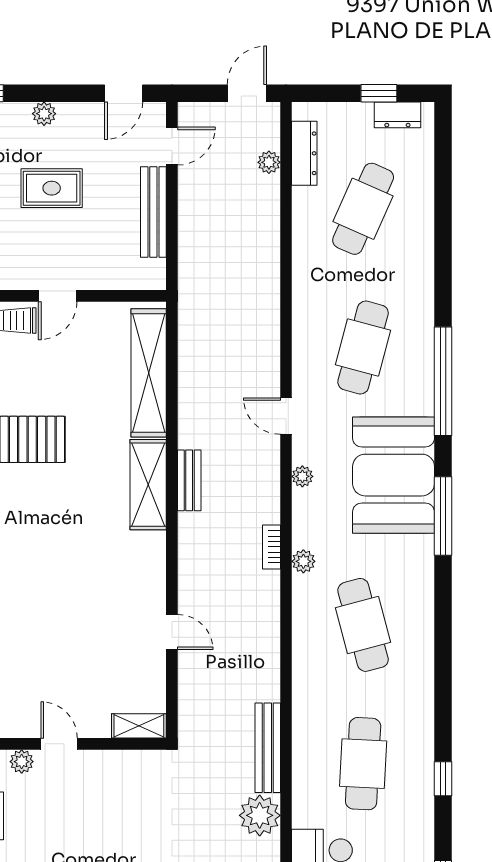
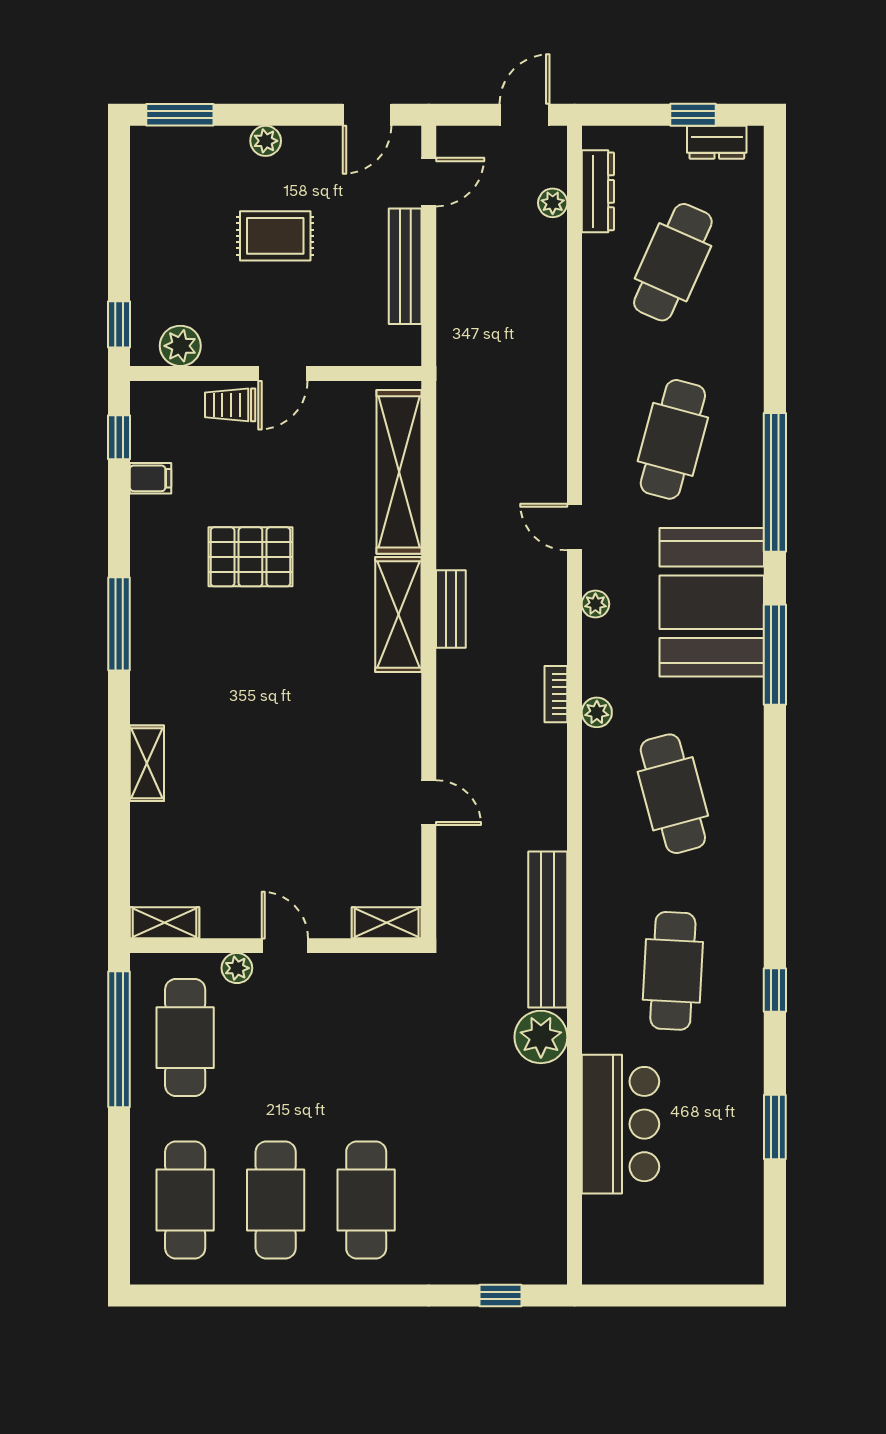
bench: (268, 748) -> (548, 930), width x1.37, depth x1.21

